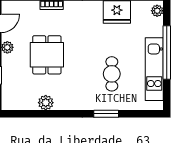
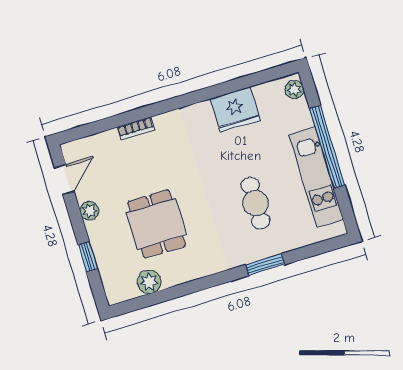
dining table: (47, 55) -> (156, 224), moved
plant: (46, 103) -> (149, 282), moved

